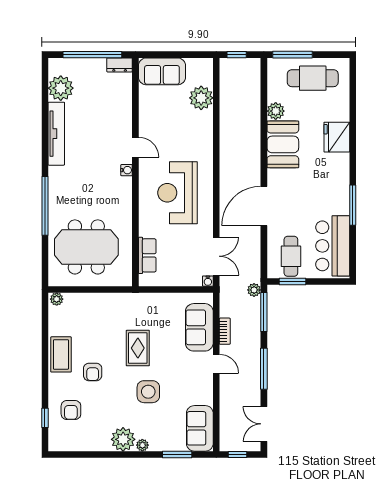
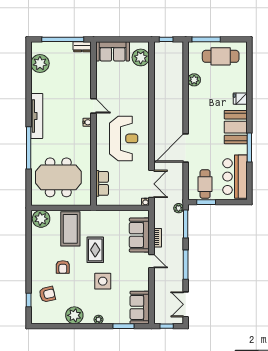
plant: (201, 98) -> (141, 57), moved
tv unit: (56, 134) -> (37, 116), moved
fridge: (337, 137) -> (240, 99), width x0.53, depth x0.75
booth: (283, 144) -> (236, 127), moved
reception desk: (177, 193) -> (124, 138), turned 180
plant: (57, 299) -> (41, 219), width x1.88, depth x1.88
coffee table: (61, 354) -> (70, 229), moved, width x1.36, depth x1.32
armchair: (71, 410) -> (47, 294), turned -103
plant: (123, 439) -> (74, 315), moved

